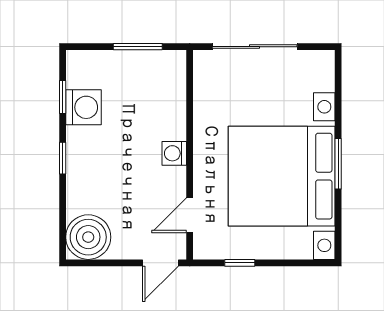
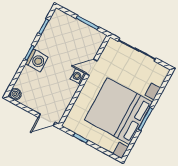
washing machine: (83, 107) -> (37, 60), moved
door: (190, 215) -> (91, 67), moved
boiler: (88, 237) -> (15, 94), width x0.54, depth x0.54

